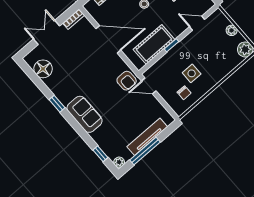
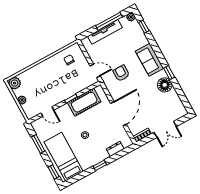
door: (108, 39) -> (119, 114), swing flipped
floor lamp: (43, 69) -> (165, 85), moved
side table: (192, 73) -> (60, 74), removed
armchair: (127, 81) -> (121, 73), moved

